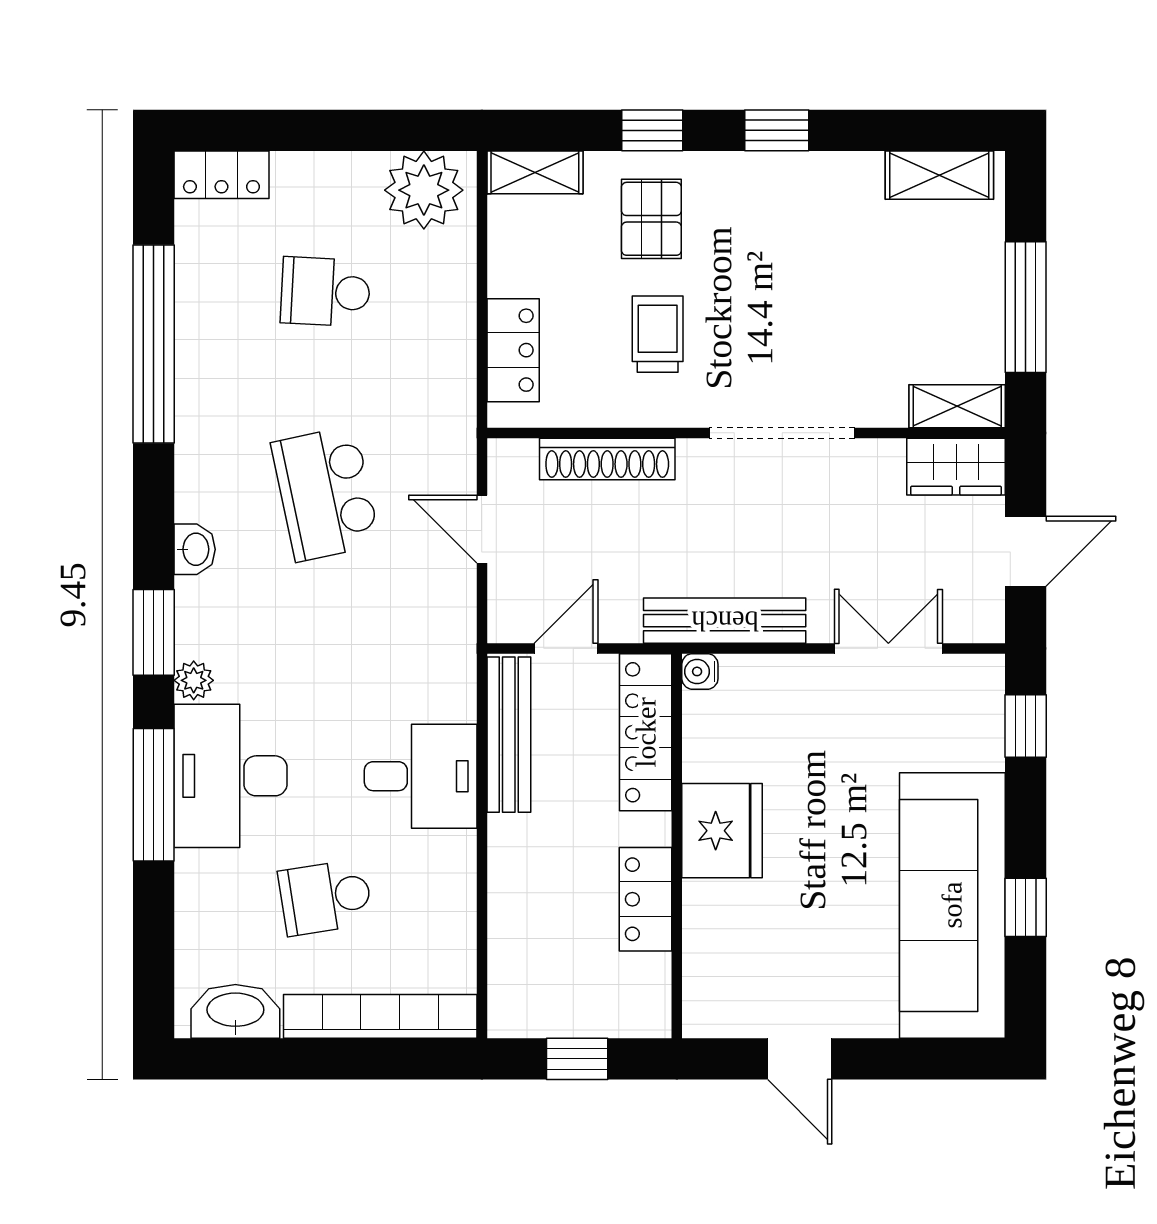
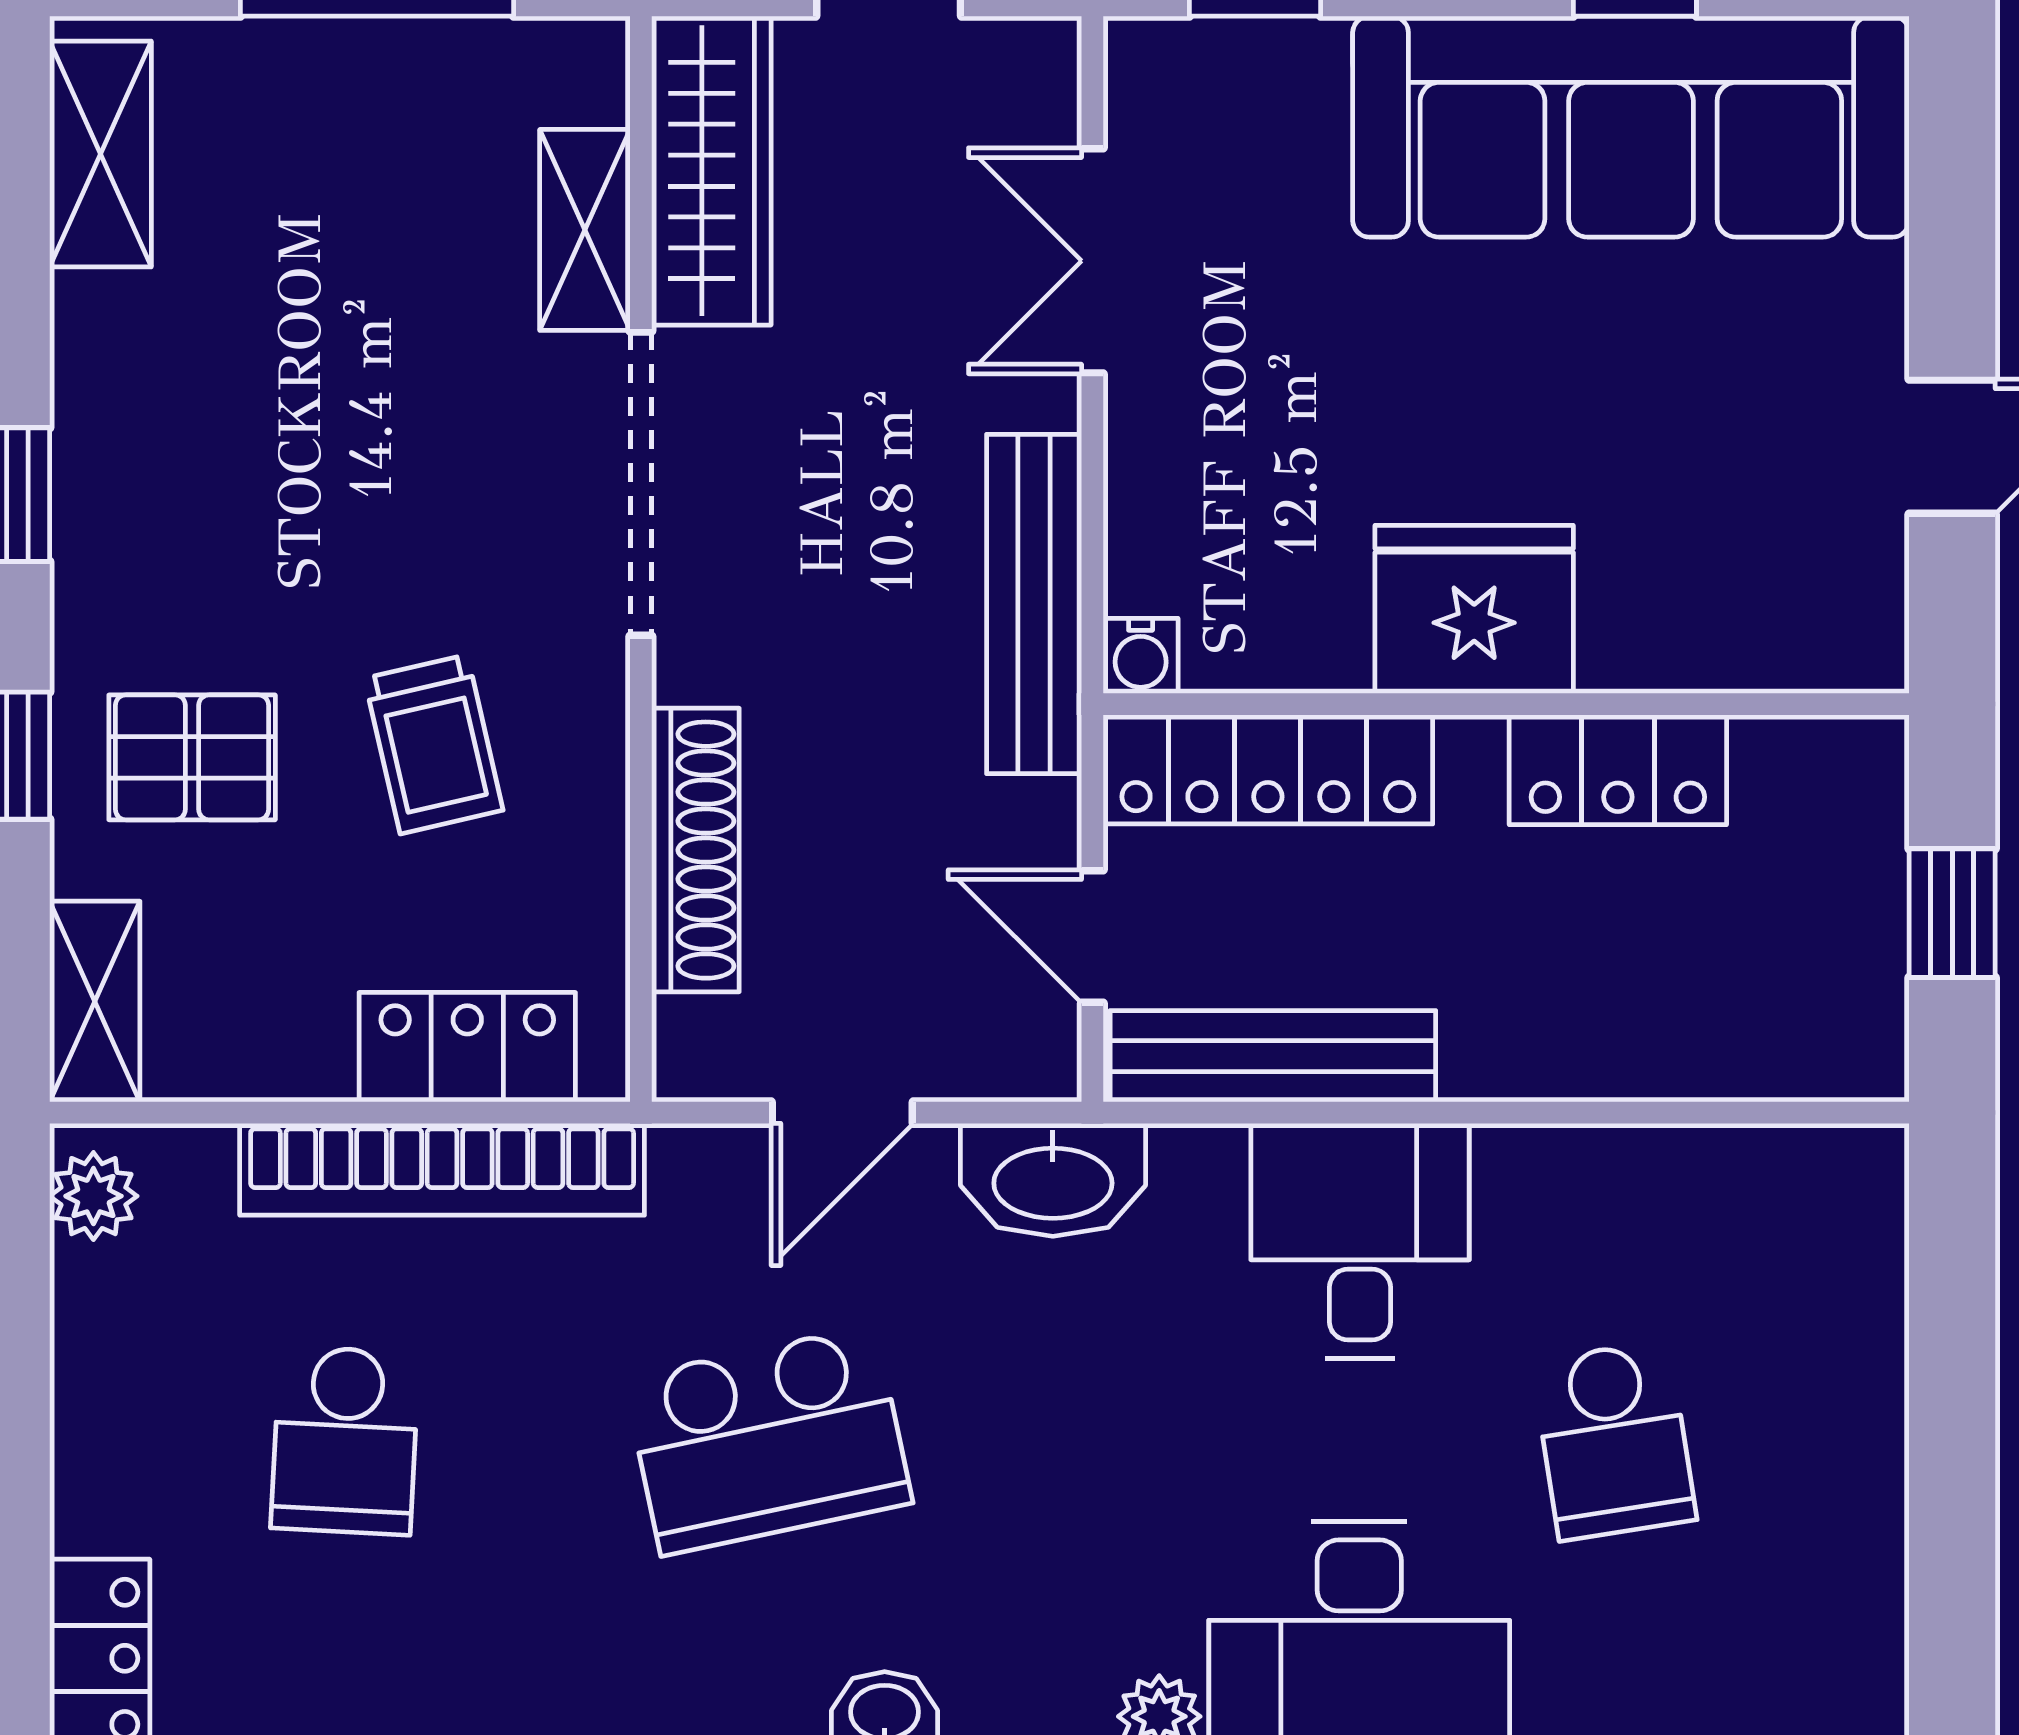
plant: (424, 190) -> (93, 1196), width x0.53, depth x0.53
trolley: (658, 334) -> (434, 744), turned -103
shelving: (957, 406) -> (585, 230), moved
wardrobe: (956, 467) -> (711, 171), width x1.50
washbasin: (235, 1011) -> (1053, 1180), moved, turned -90
bookcase: (380, 1016) -> (442, 1169), moved, turned -90

